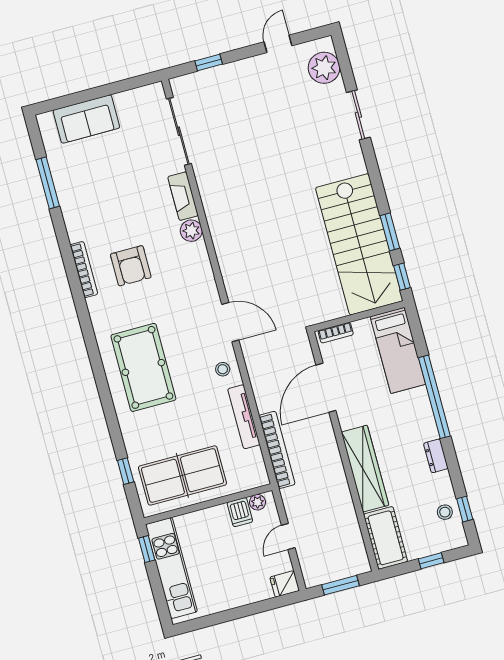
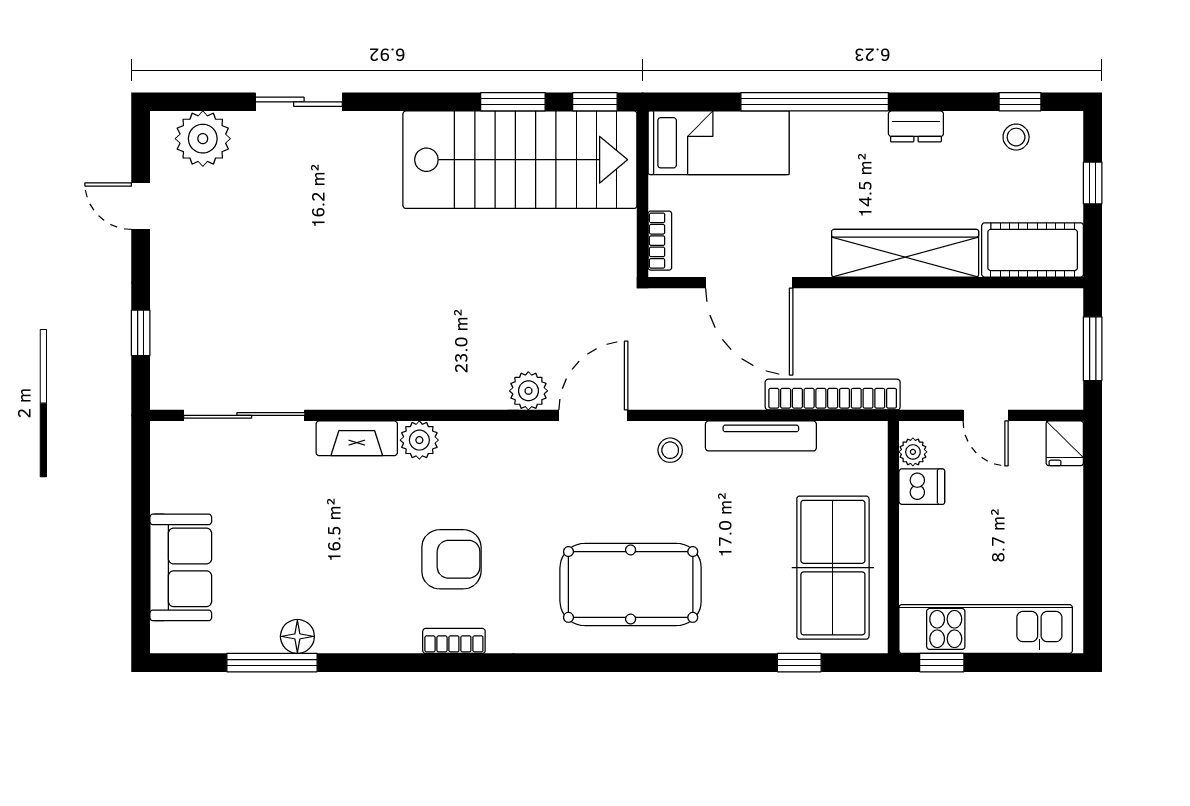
floor lamp: (66, 193) -> (297, 636), added
bookcase: (84, 270) -> (454, 641), width x0.64
plant: (234, 283) -> (528, 391), added

